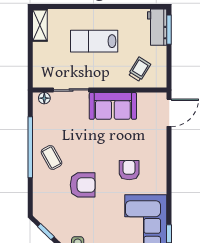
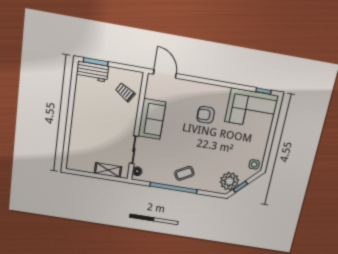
shelving: (40, 25) -> (108, 170), moved
lab bench: (94, 41) -> (97, 125), removed
armchair: (83, 185) -> (210, 153), removed
plant: (51, 216) -> (229, 181), added

